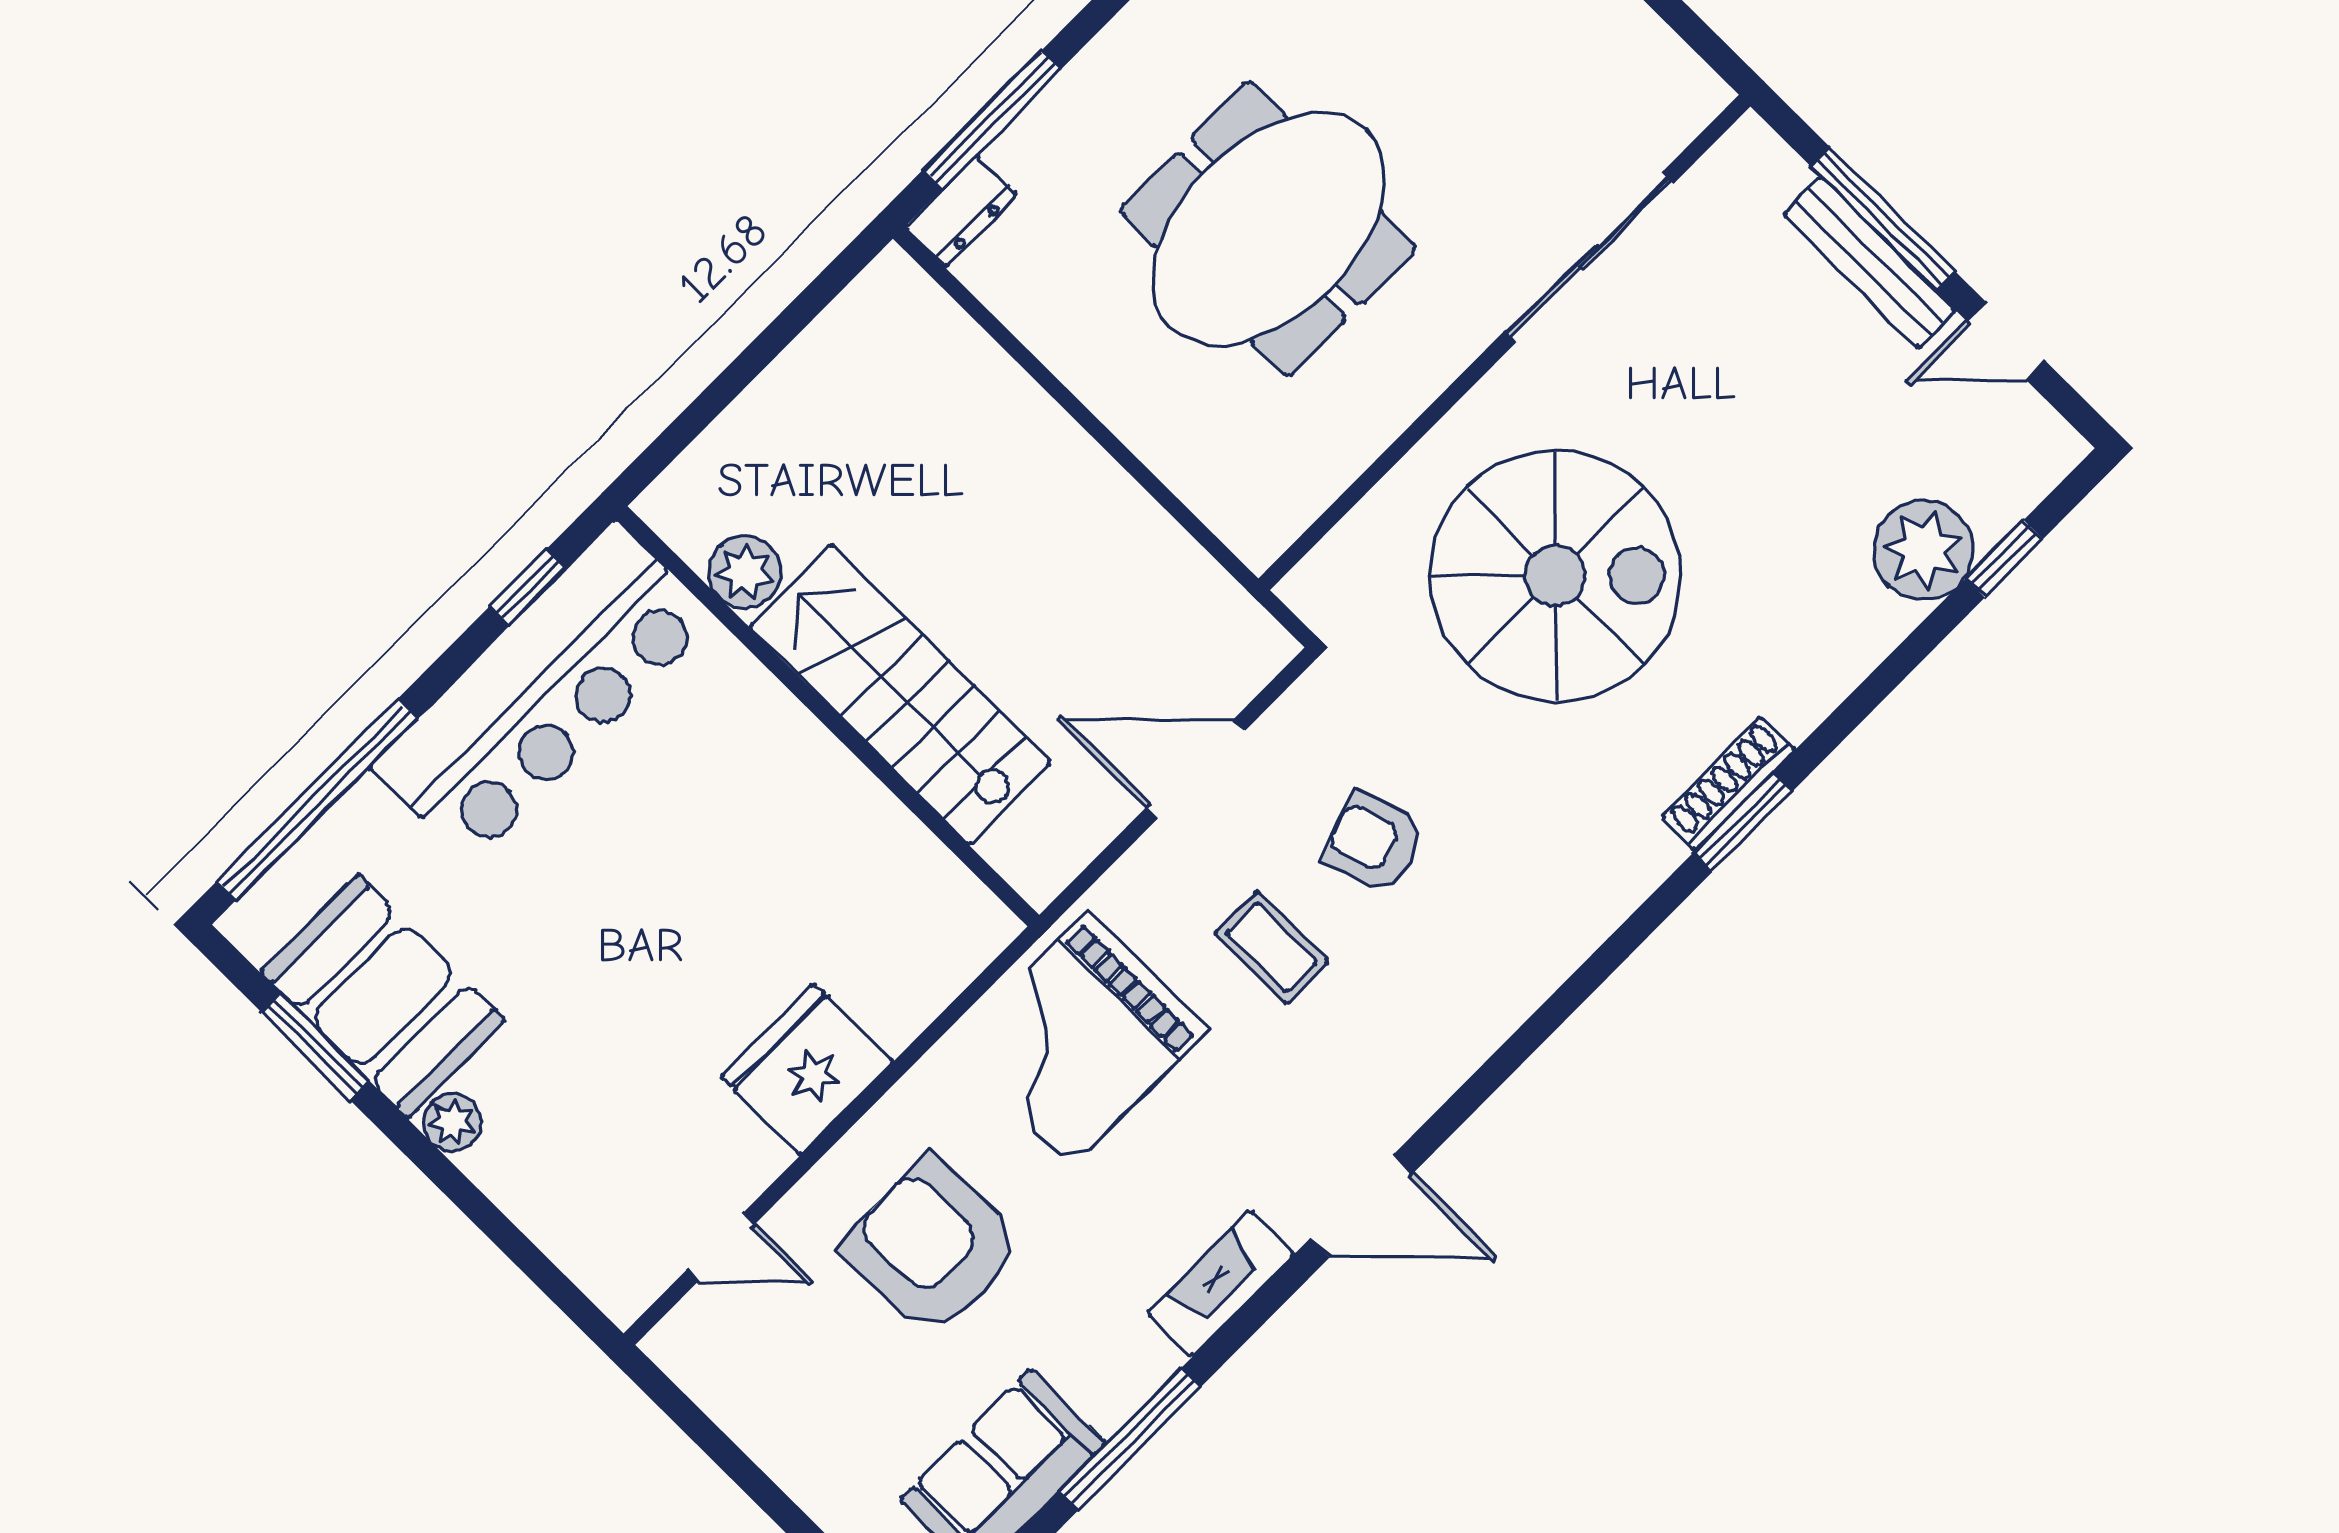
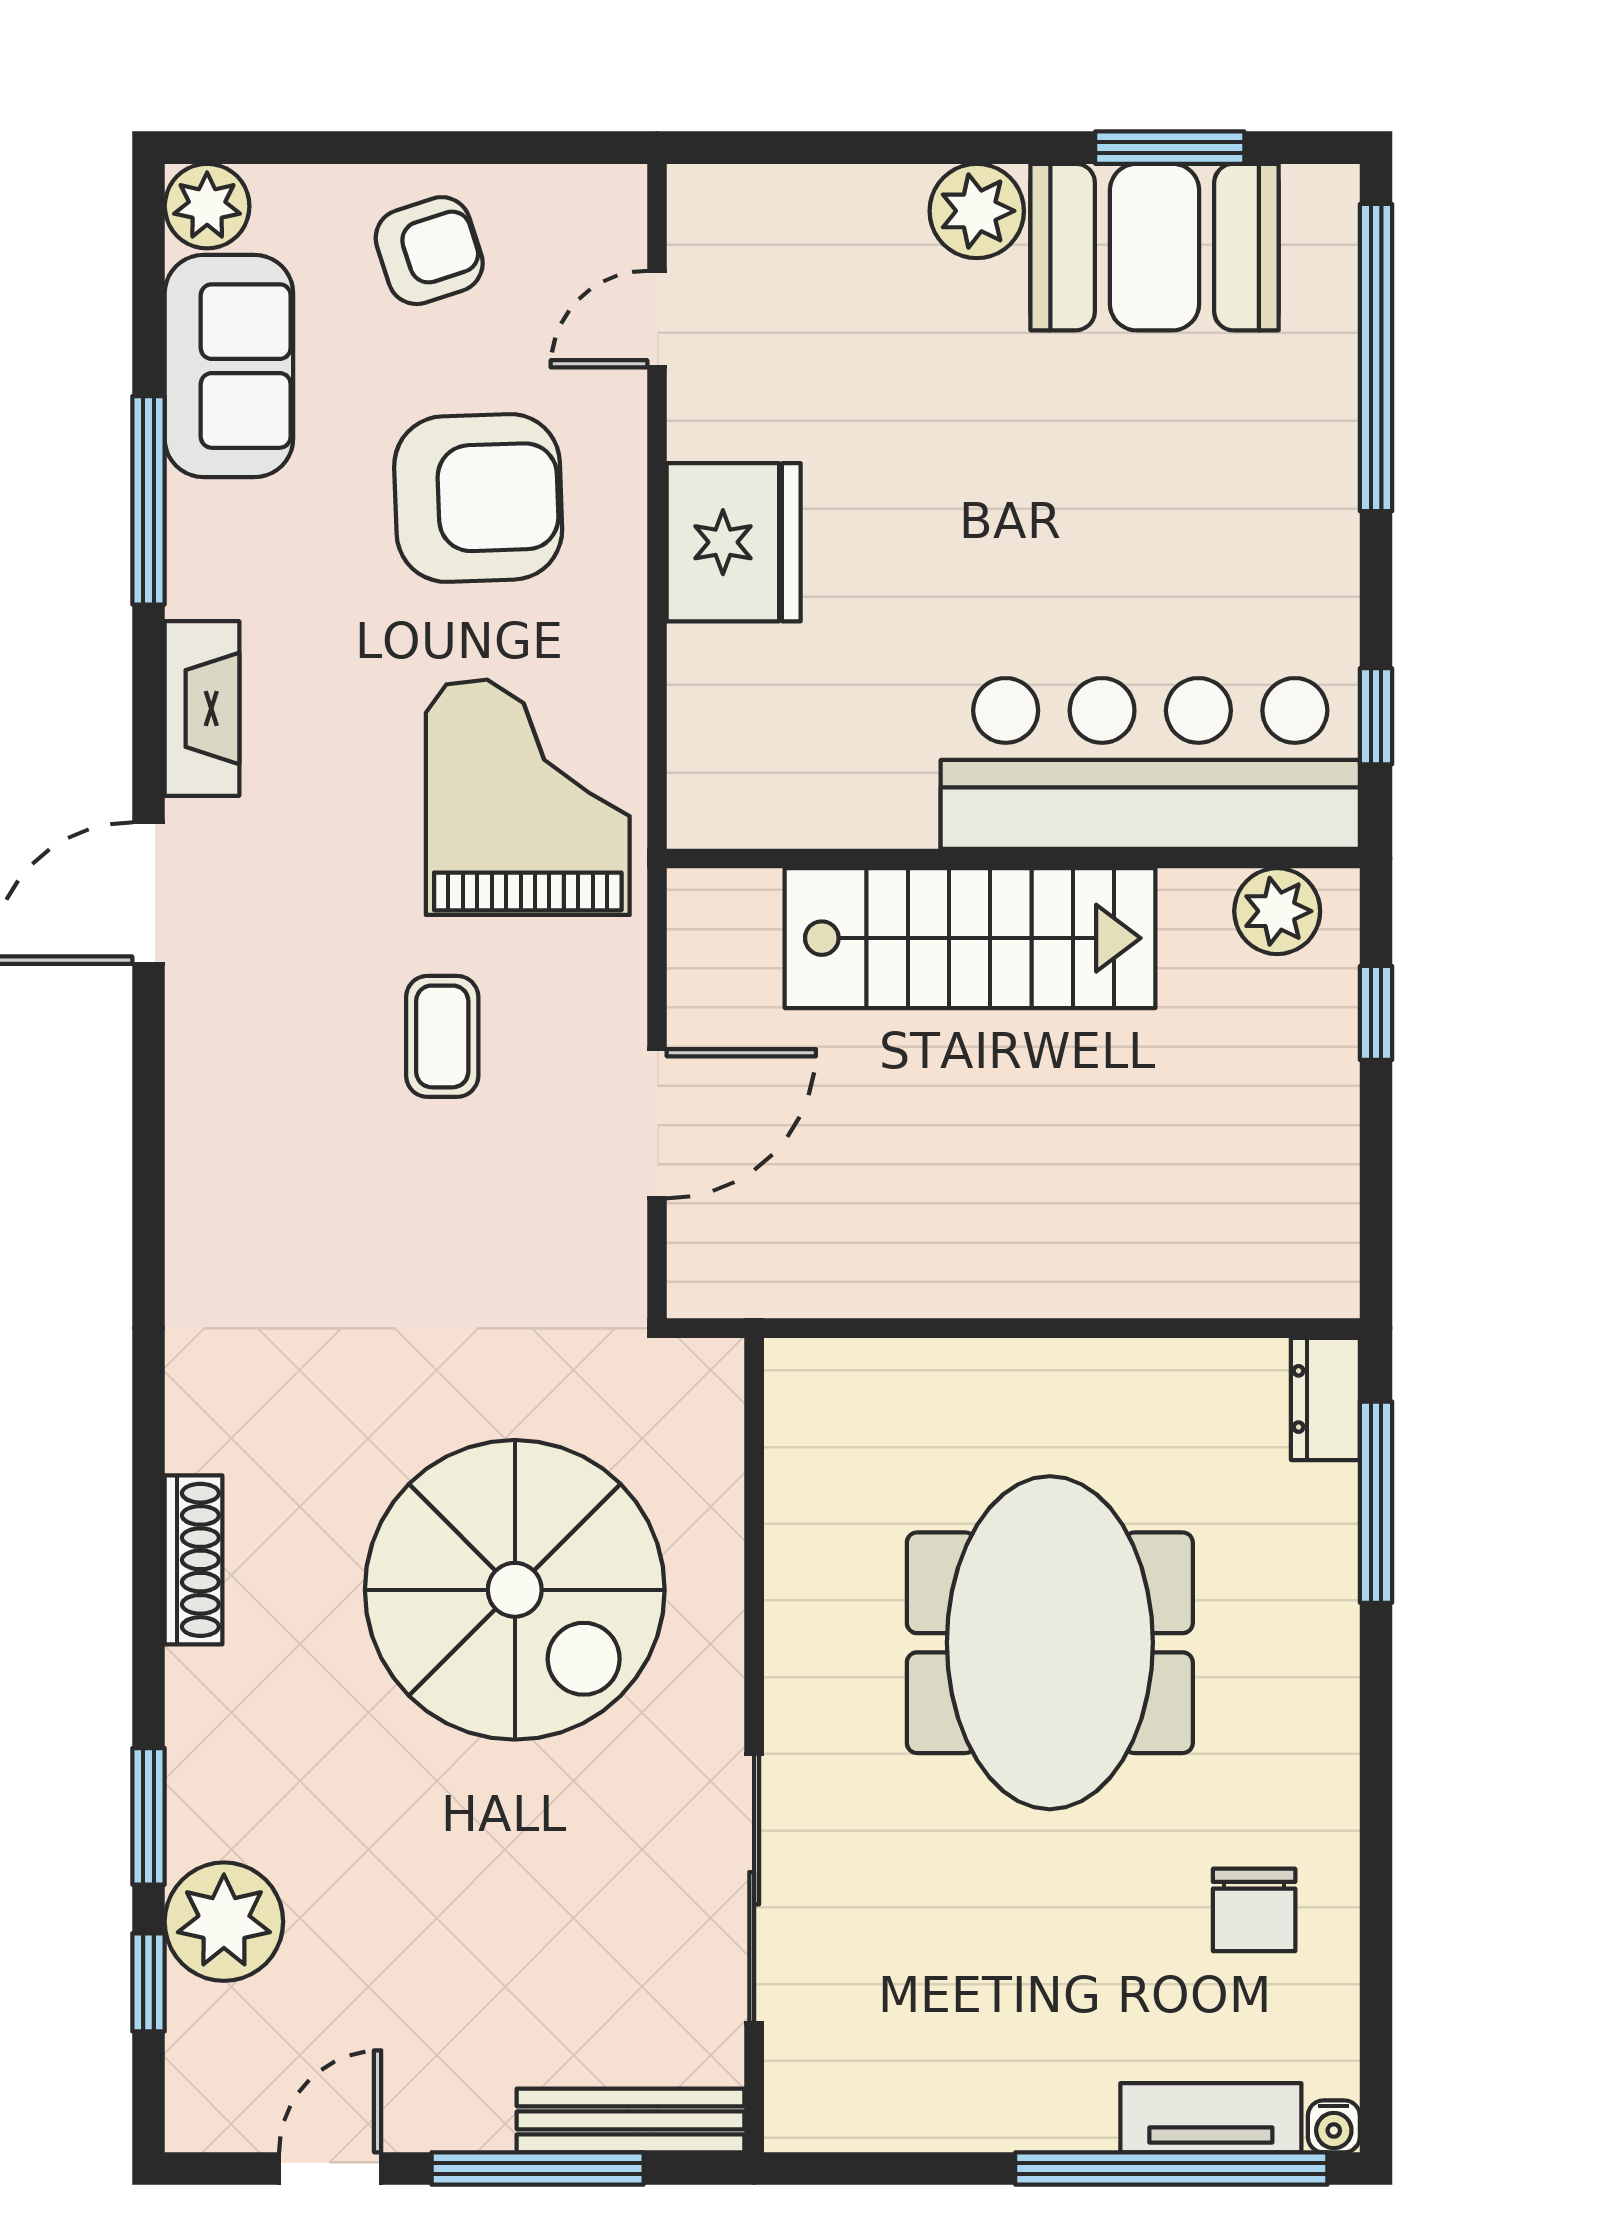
bench: (1870, 262) -> (631, 2120), moved
window: (703, 411) -> (1376, 1013), added
plant: (745, 572) -> (1277, 911), moved
spiral stairs: (1555, 576) -> (515, 1590), turned -90
bar counter: (543, 692) -> (1150, 763), moved, turned 90
window: (1743, 822) -> (149, 1816), moved
armchair: (1374, 842) -> (429, 251), moved
coffee table: (1272, 947) -> (442, 1036), turned 90
plant: (452, 1123) -> (977, 211), width x1.38, depth x1.38

